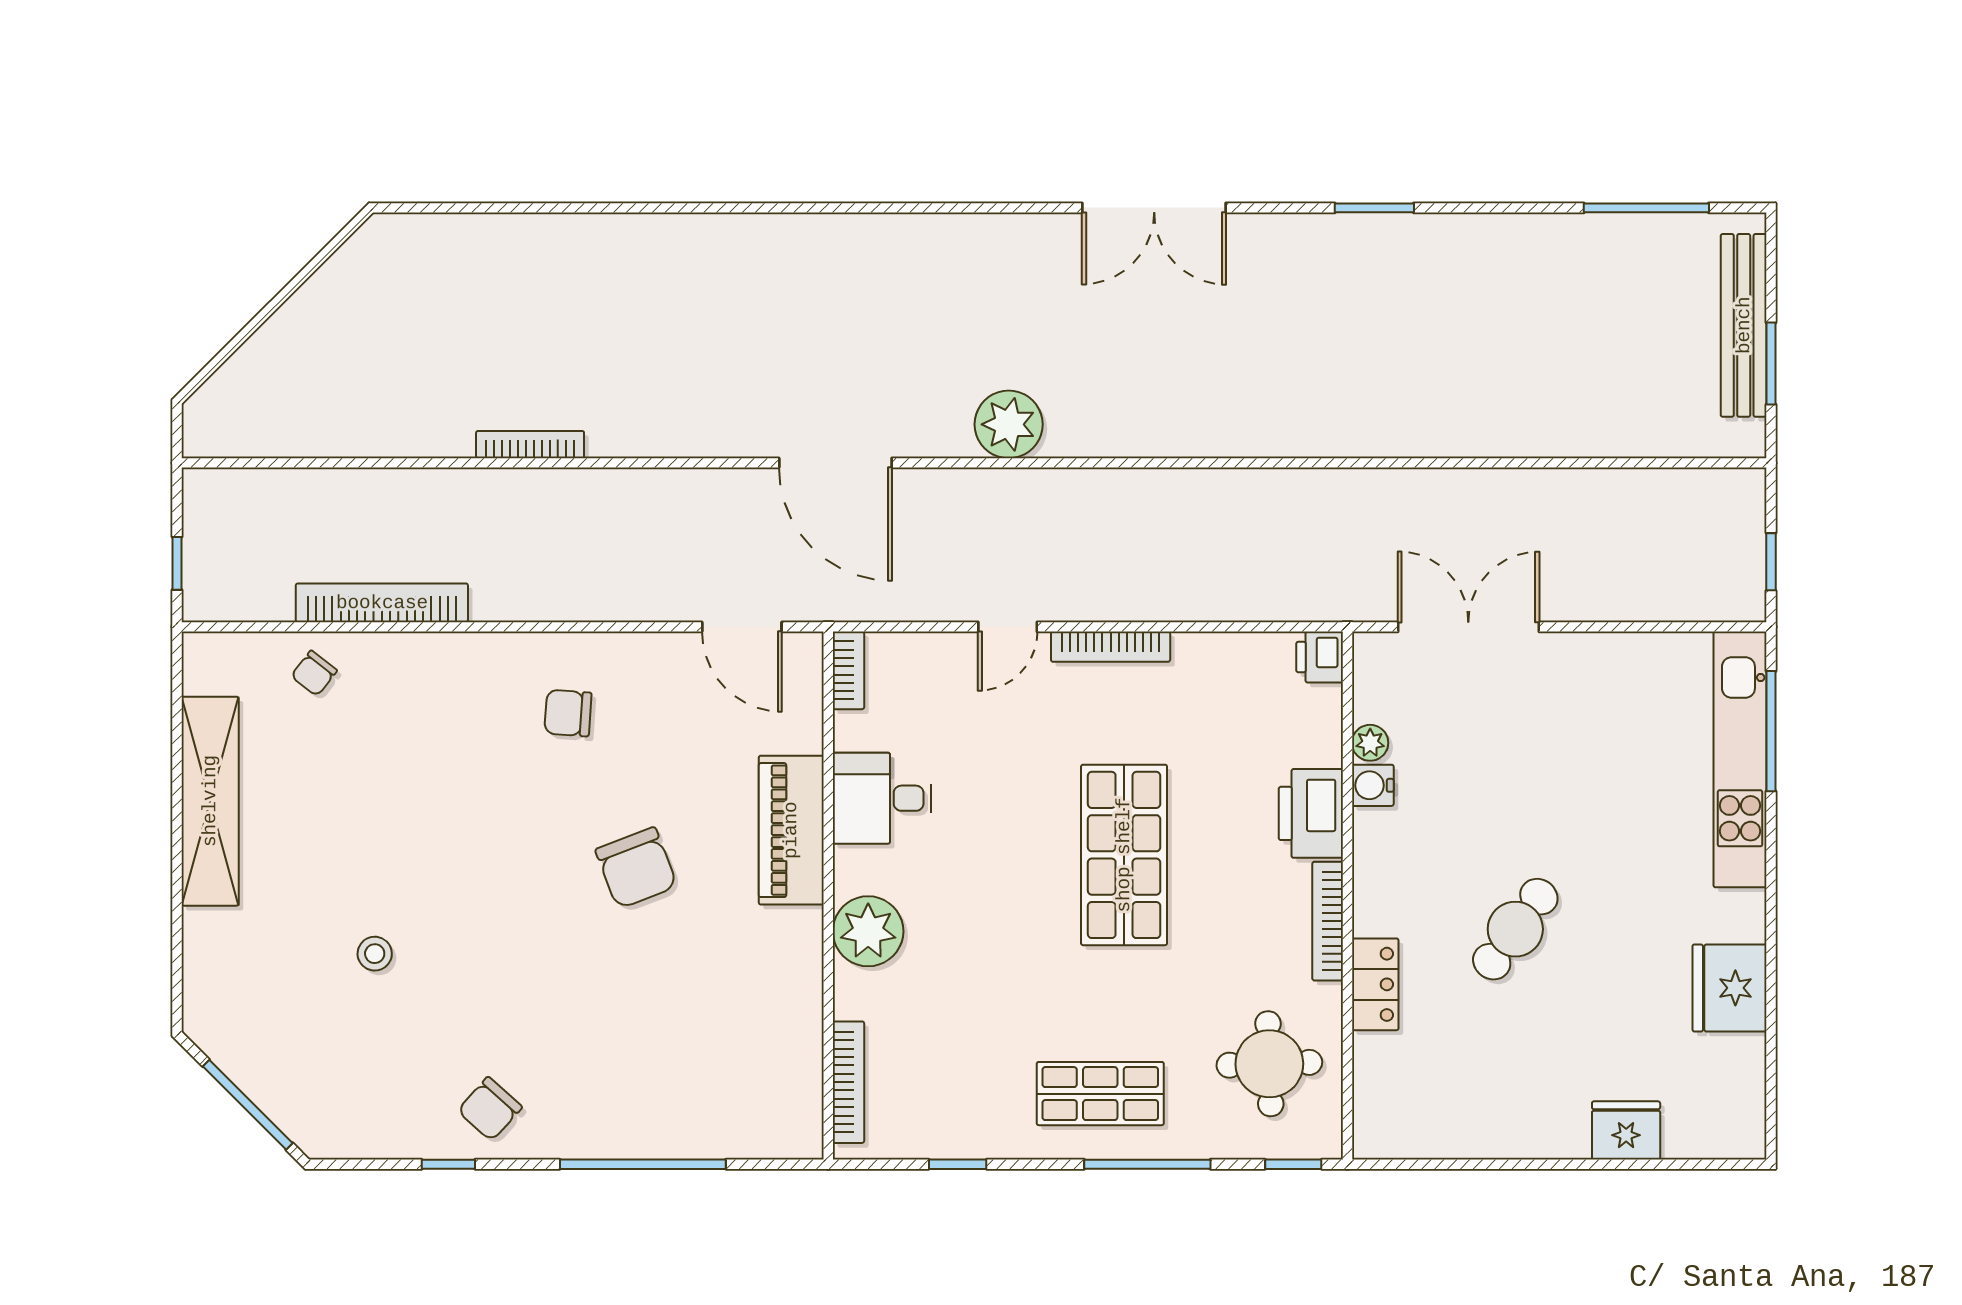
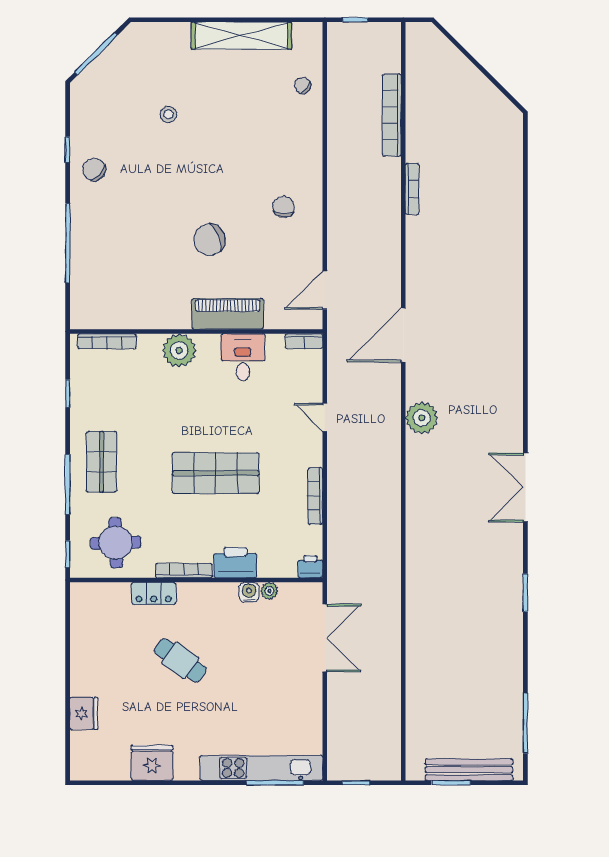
bookcase: (382, 603) -> (392, 115), moved, turned 180
bookcase: (1111, 647) -> (315, 496), moved

